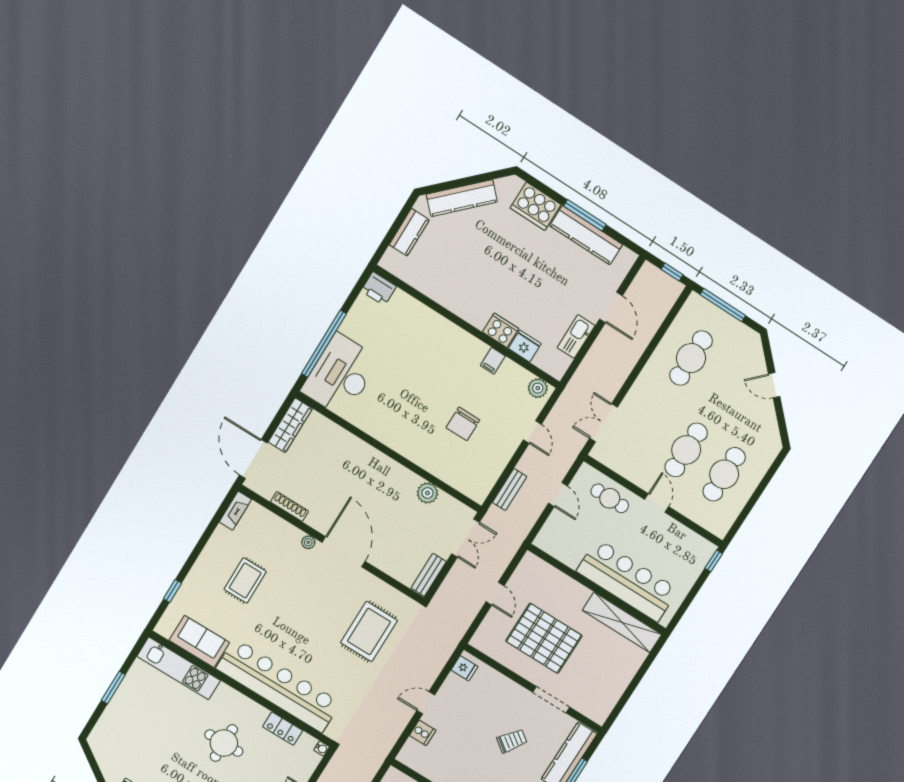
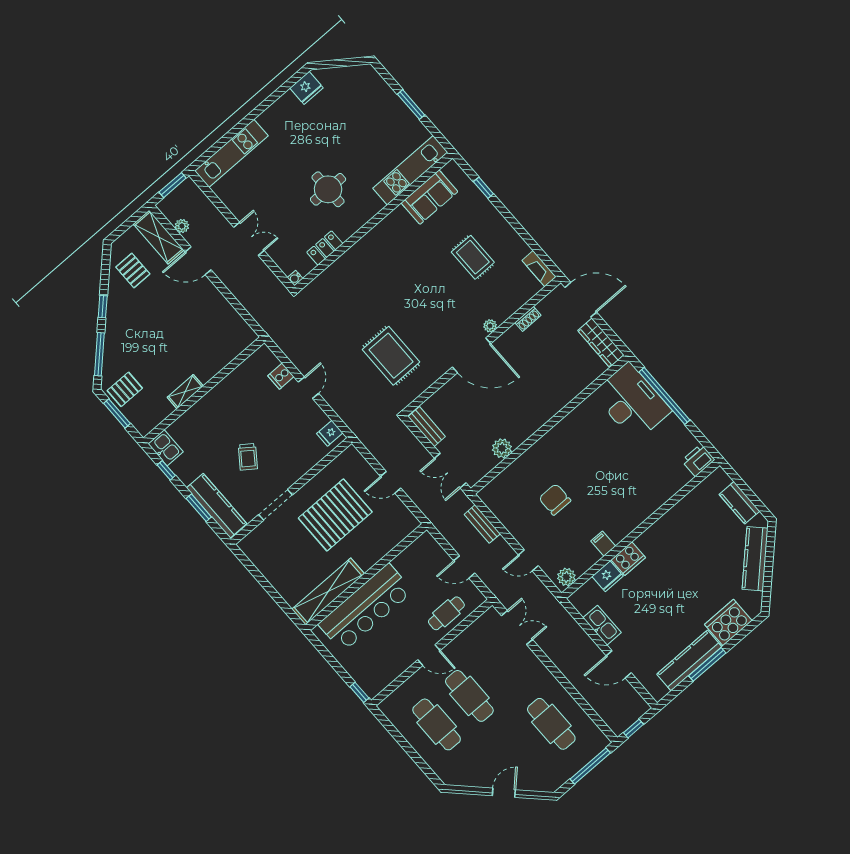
shoe rack: (289, 506) -> (528, 319), width x0.70
bar counter: (278, 686) -> (366, 257), removed

